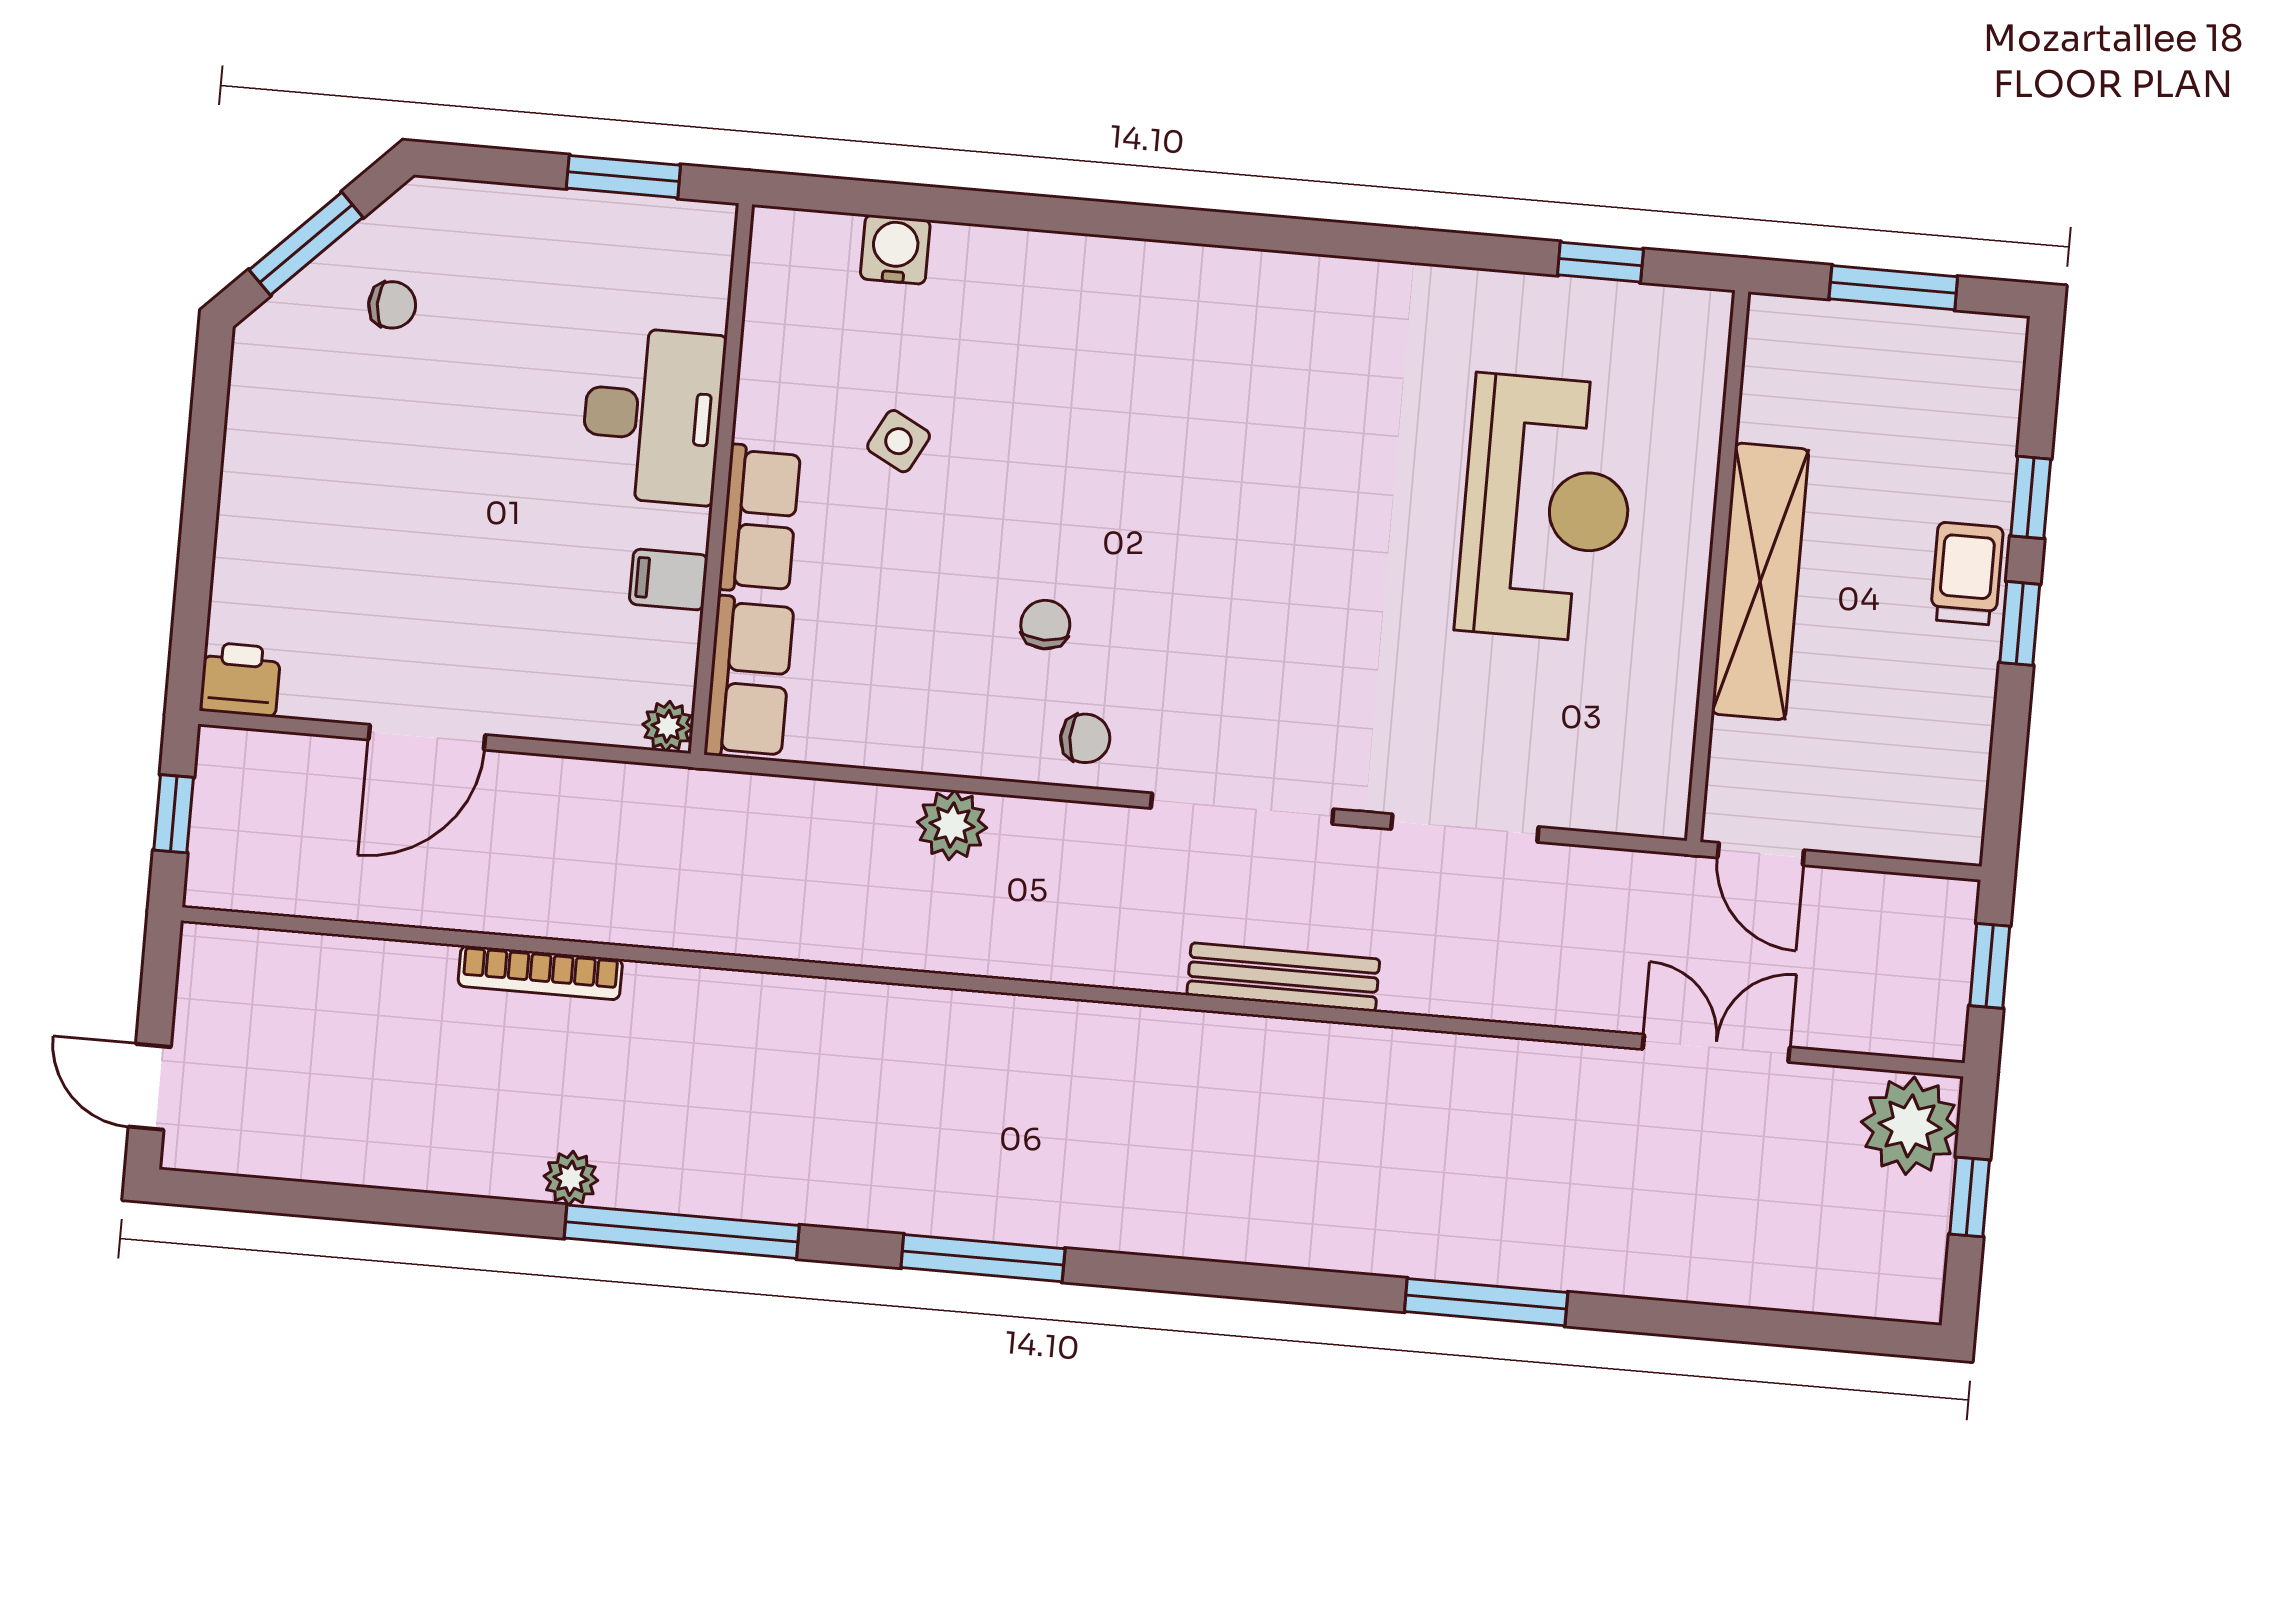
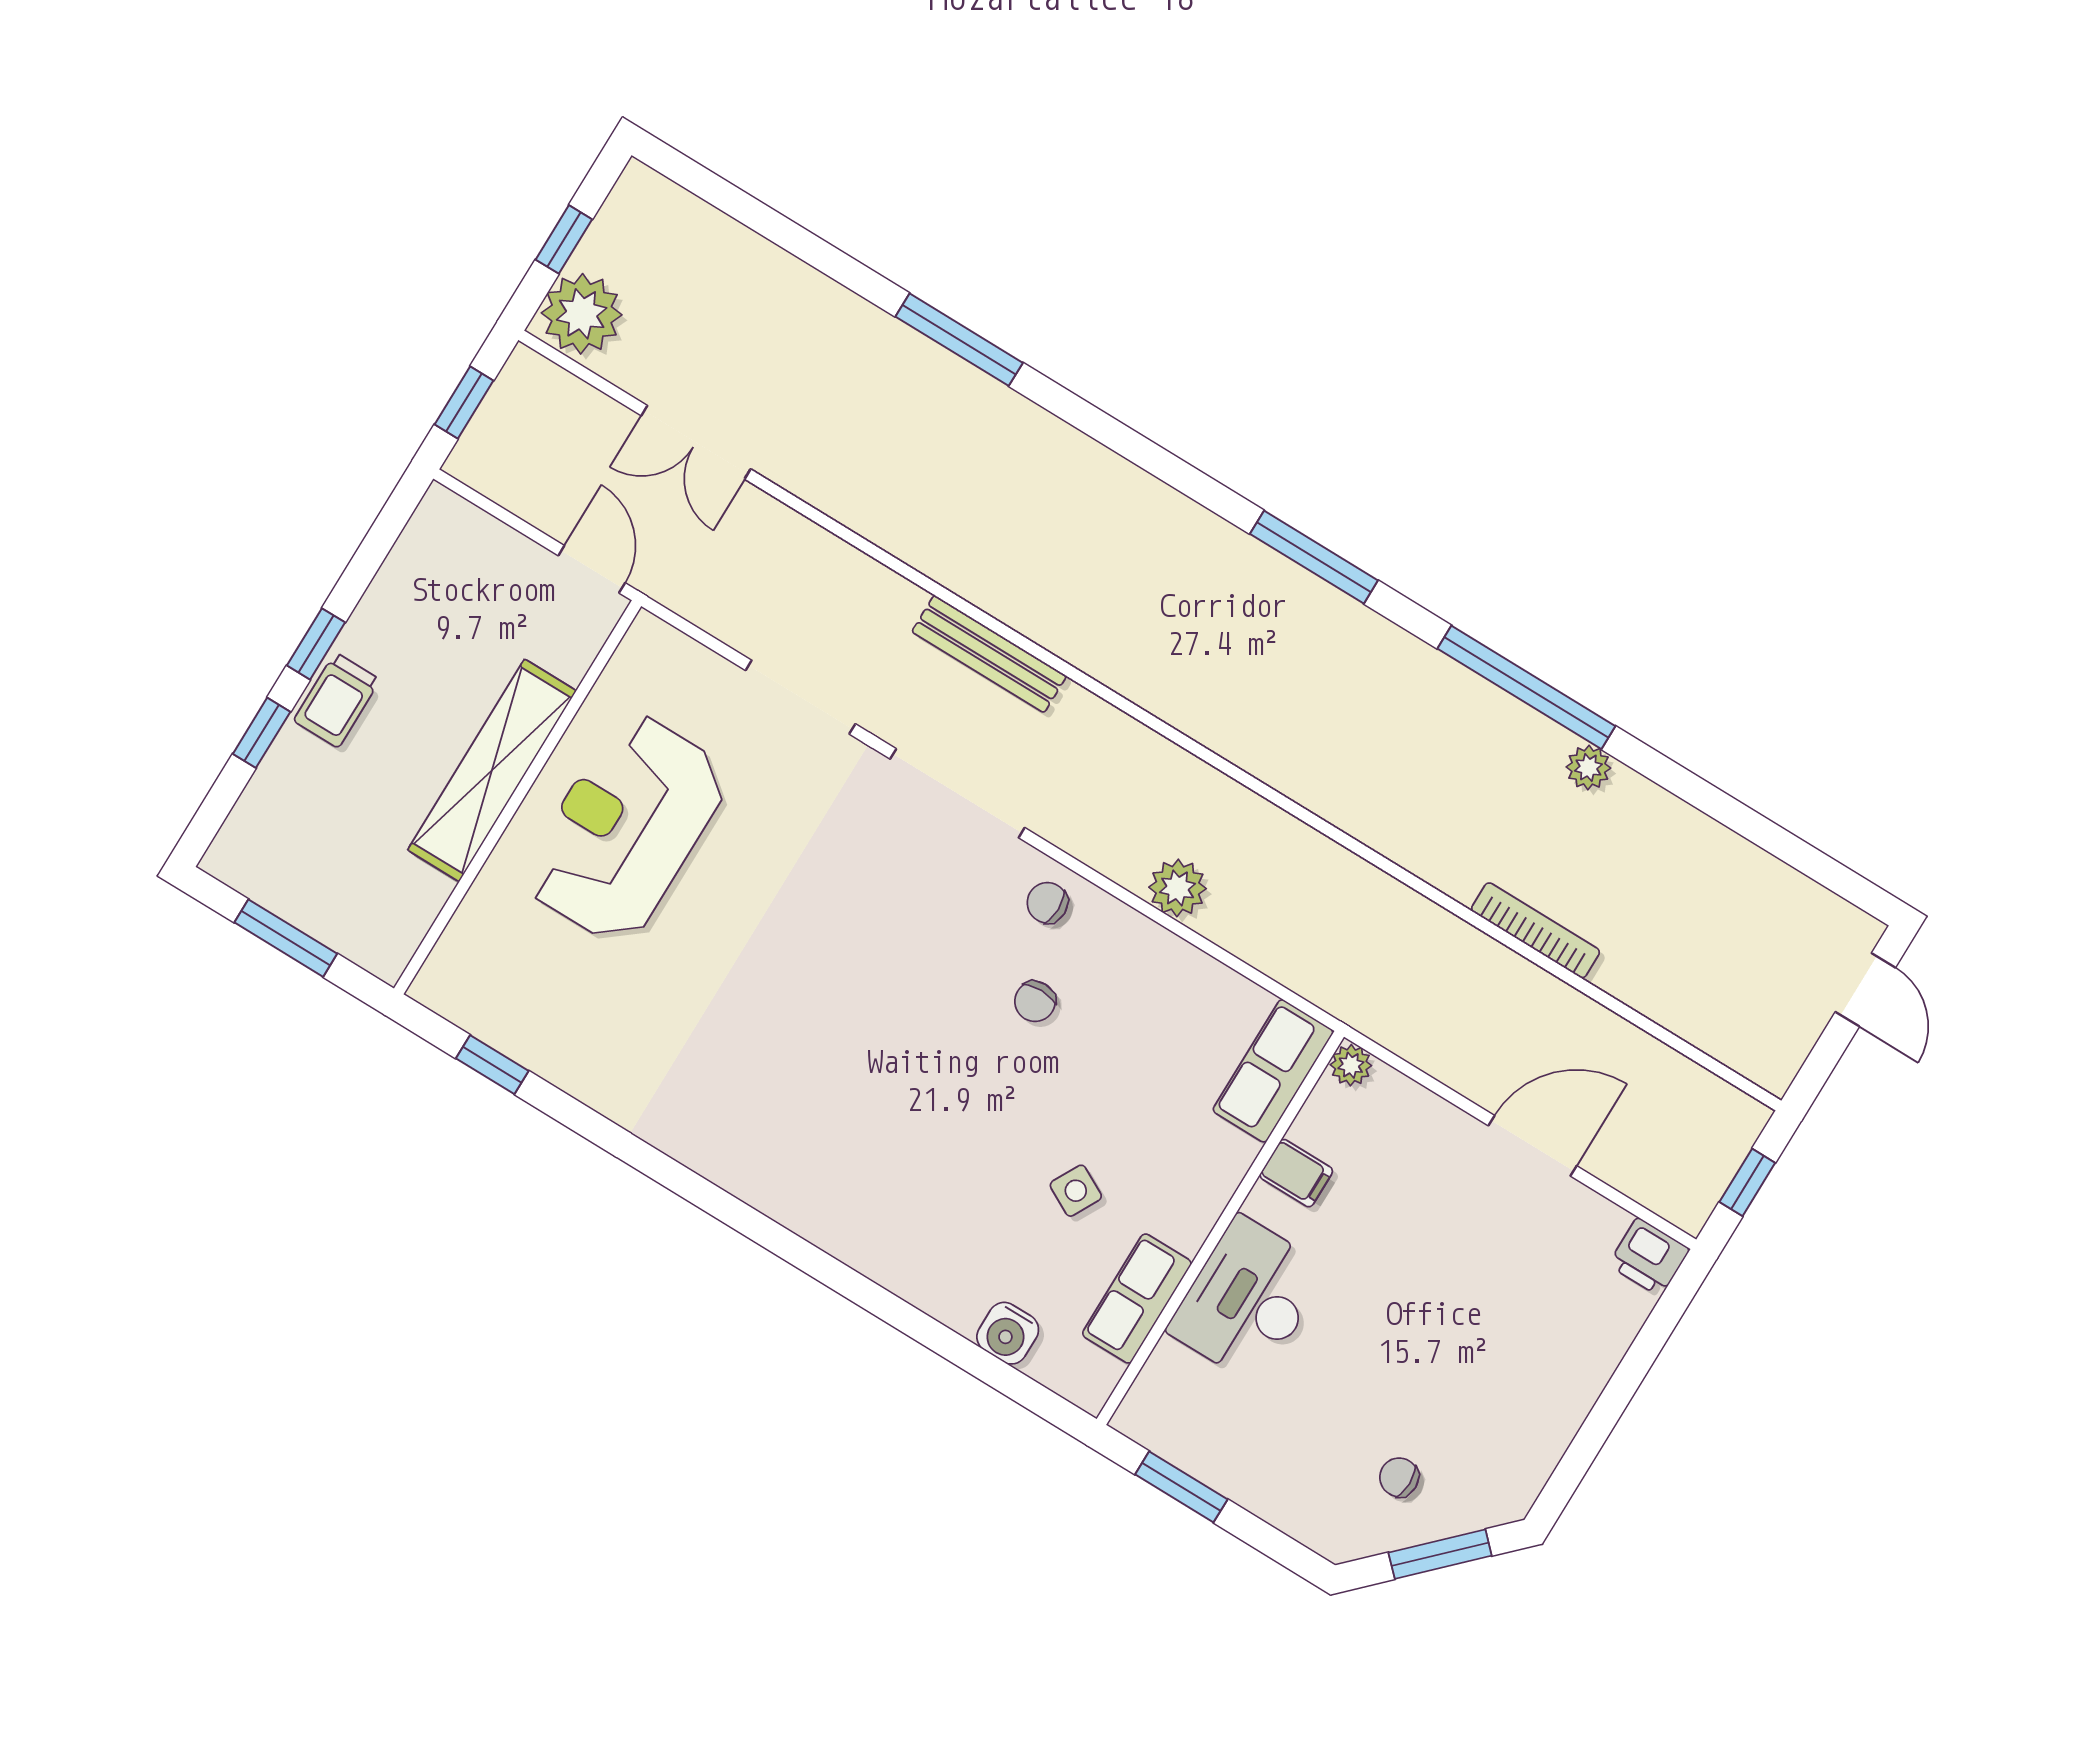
reception desk: (1546, 508) -> (625, 828), moved
row of seats: (760, 519) -> (1137, 1299), moved

